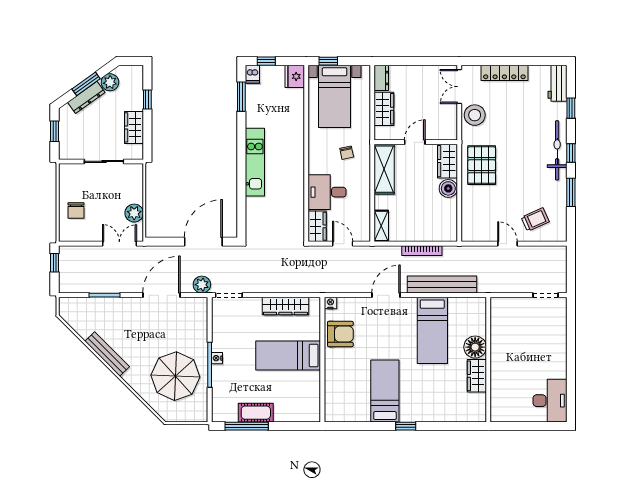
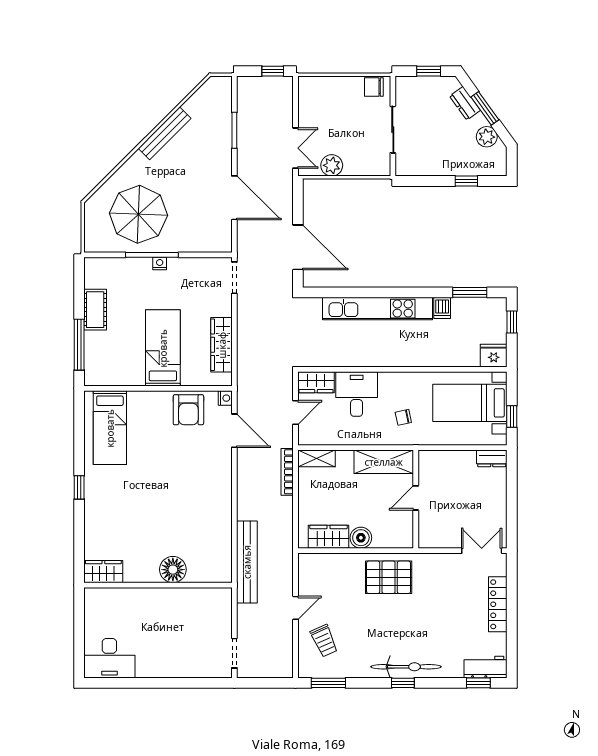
window: (328, 61) -> (512, 417), moved
dishwasher: (252, 74) -> (442, 308), moved, turned -90
dresser: (86, 97) -> (465, 103), width x0.70
window: (571, 108) -> (478, 683), moved
wardrobe: (384, 109) -> (455, 461), removed
stool: (475, 115) -> (448, 569), removed
wardrobe: (134, 127) -> (433, 165), removed
door: (415, 142) -> (416, 498), swing flipped
wardrobe: (447, 161) -> (329, 537), moved
kitchen unit: (255, 162) -> (377, 309), width x1.36
window: (571, 192) -> (328, 683), moved
chair: (76, 211) -> (374, 87), moved
bookcase: (422, 251) -> (287, 472), moved
plant: (202, 285) -> (247, 246), removed
bench: (442, 285) -> (247, 562), moved
door: (386, 295) -> (234, 431), moved
bed: (432, 330) -> (193, 519), removed
wardrobe: (477, 376) -> (103, 572), moved
bed: (385, 391) -> (110, 428), moved, turned 90
window: (247, 426) -> (79, 345), moved

